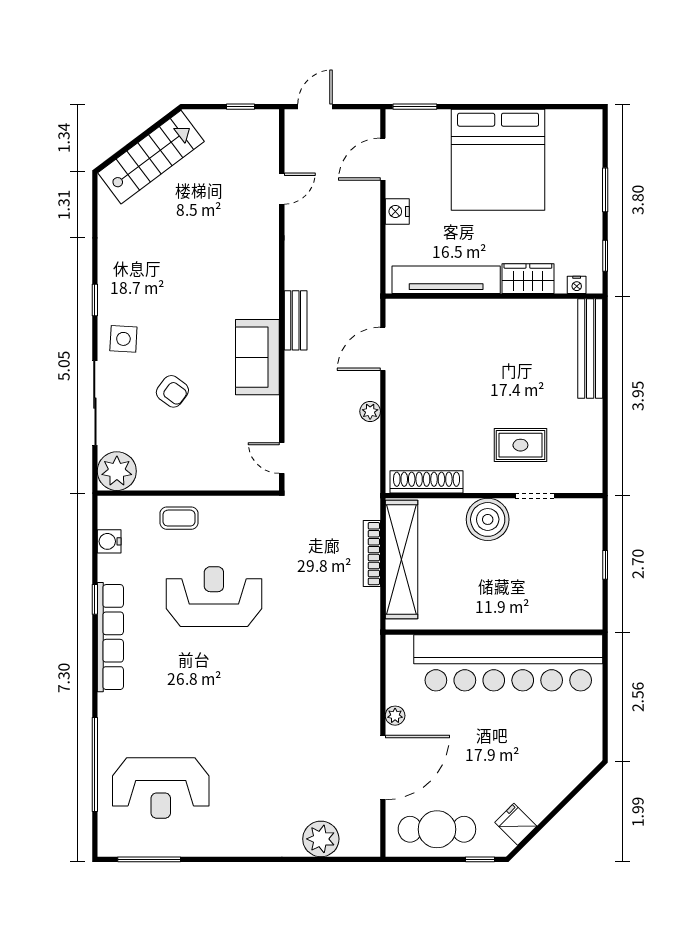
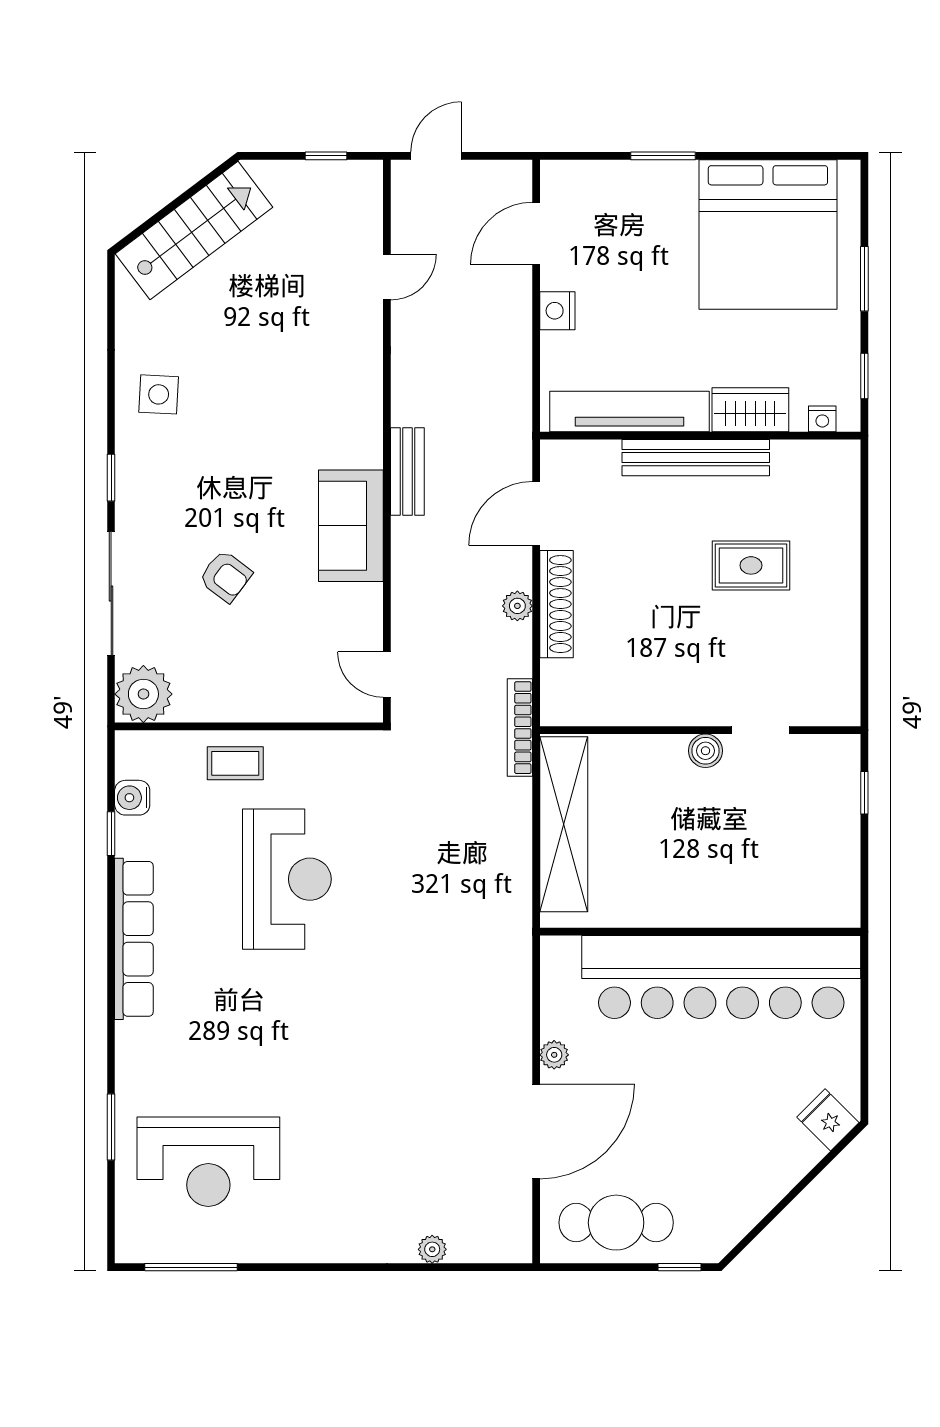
window: (415, 107) -> (663, 156), moved
bed: (498, 160) -> (768, 234), moved
window: (95, 300) -> (111, 478), moved
side table: (123, 339) -> (159, 394), moved
bench: (590, 348) -> (696, 458), moved, turned 90
rug: (520, 445) -> (751, 565), moved
shoe rack: (427, 482) -> (556, 604), moved, turned 90
boiler: (488, 519) -> (705, 751), width x0.54, depth x0.54
bookcase: (372, 554) -> (520, 728), moved
window: (605, 565) -> (864, 793), moved
reception desk: (214, 597) -> (287, 879), turned 90
window: (95, 599) -> (111, 834), moved
window: (95, 764) -> (111, 1127), width x0.47
fridge: (516, 824) -> (828, 1120), moved
plant: (321, 839) -> (432, 1249), width x0.53, depth x0.53

